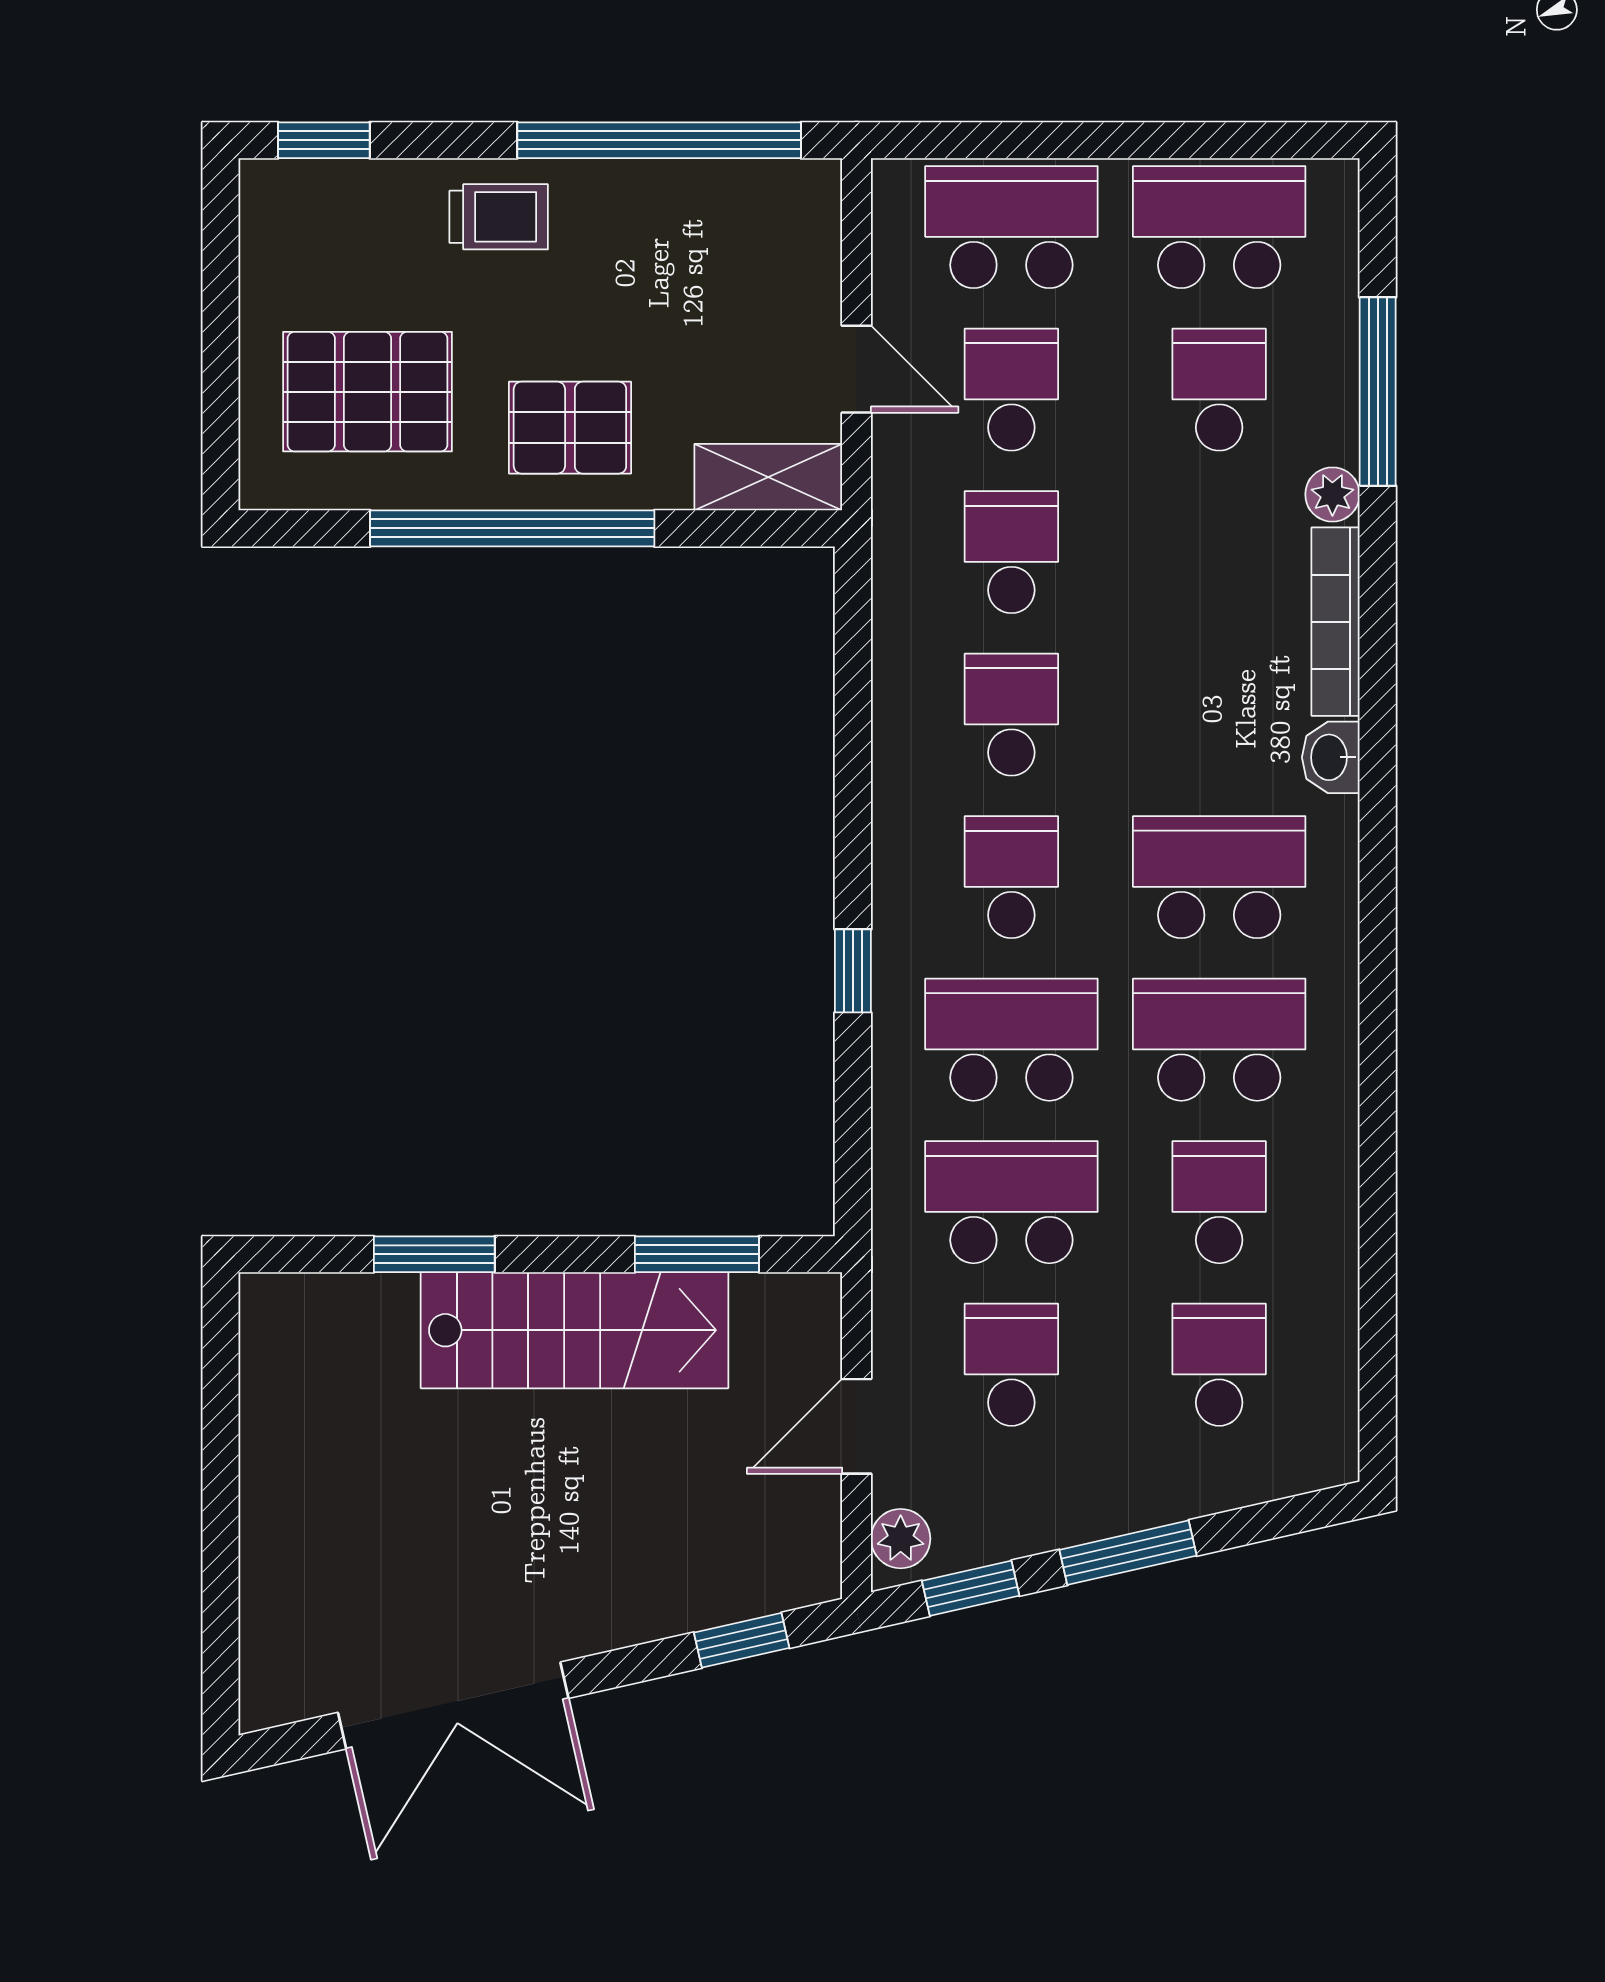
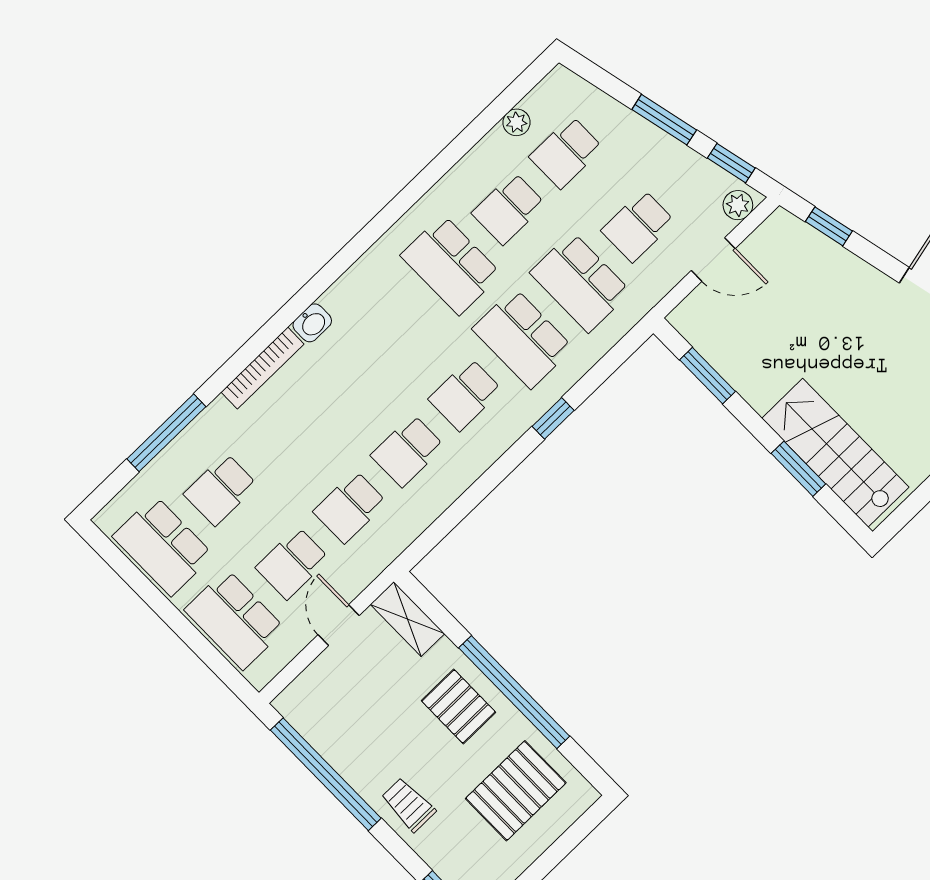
pallet: (367, 392) -> (516, 791), turned 90
plant: (1332, 494) -> (516, 122), moved
school desk: (1219, 877) -> (393, 321), removed
stairs: (574, 1330) -> (835, 453), moved

